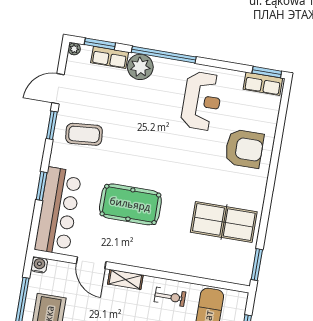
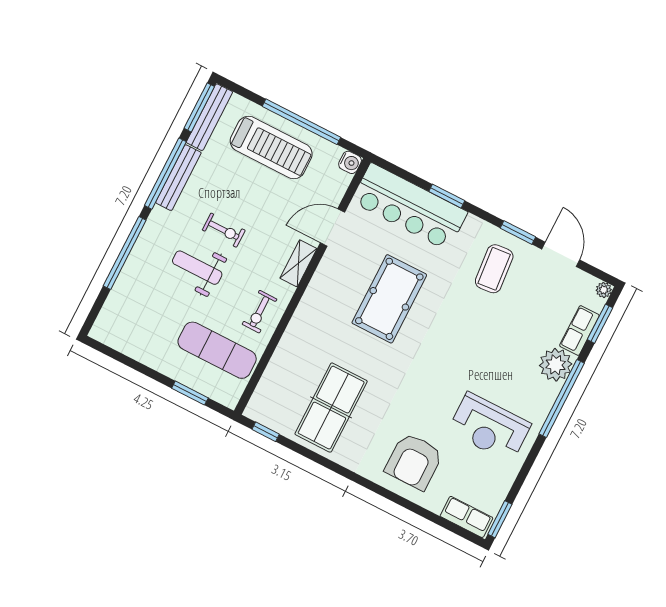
row of seats: (263, 84) -> (466, 517), moved, turned 90
window: (257, 265) -> (266, 432), width x0.67

